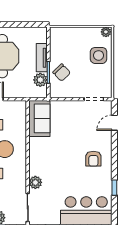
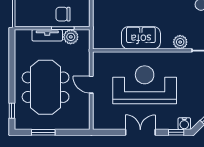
chair: (62, 73) -> (63, 14), turned -136
sofa: (39, 118) -> (141, 38), moved

